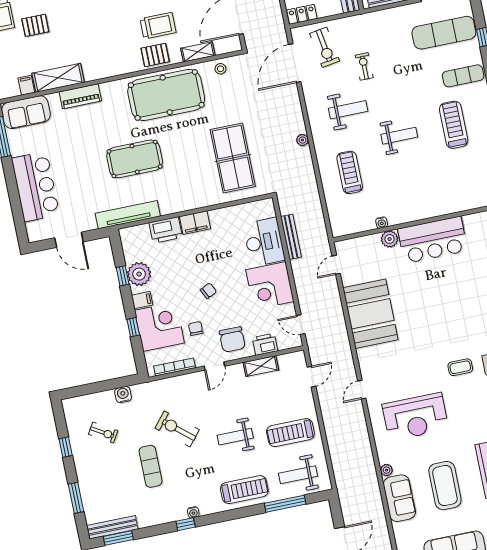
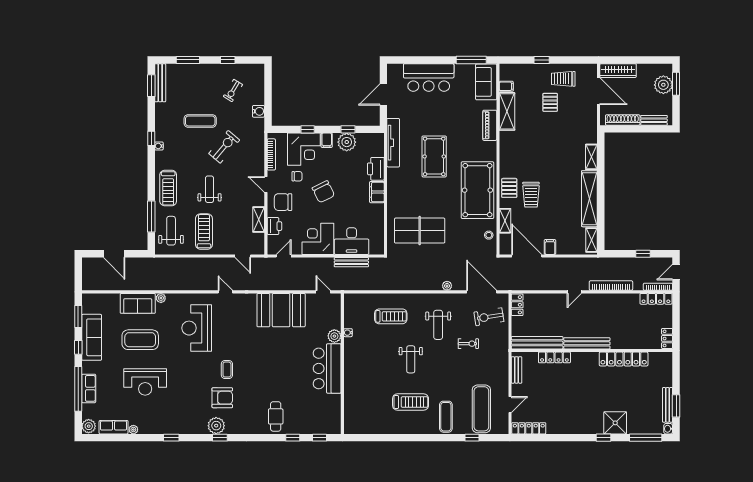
plant: (302, 140) -> (447, 286), moved
chair: (208, 291) -> (323, 192), width x1.87, depth x1.87

